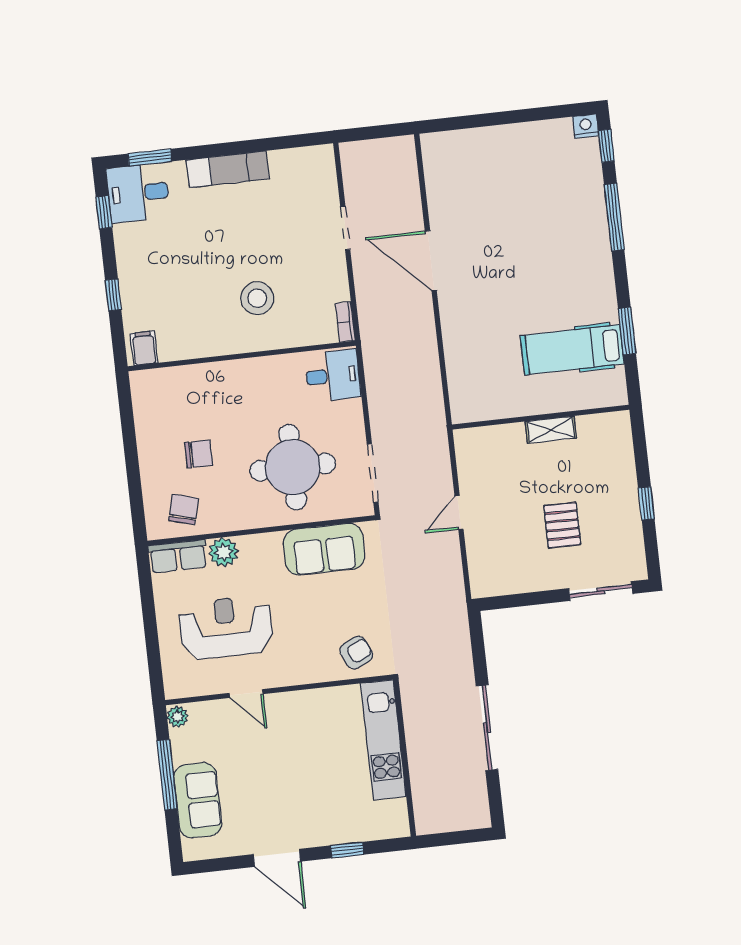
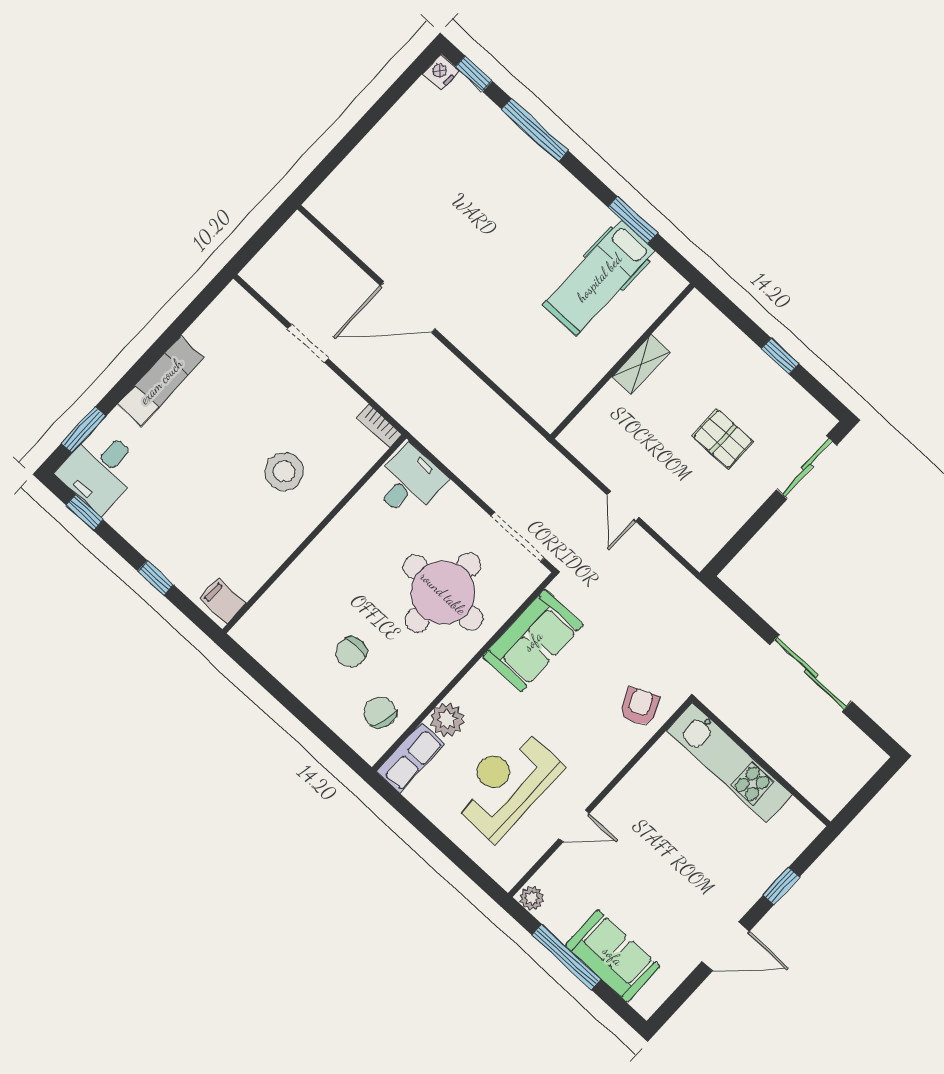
chair: (199, 454) -> (351, 652), turned 180

